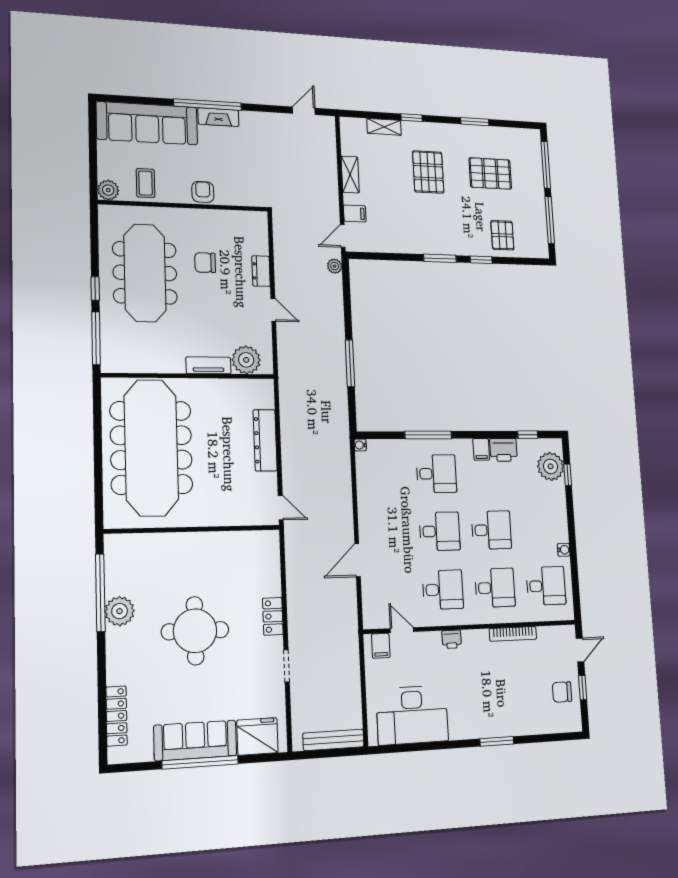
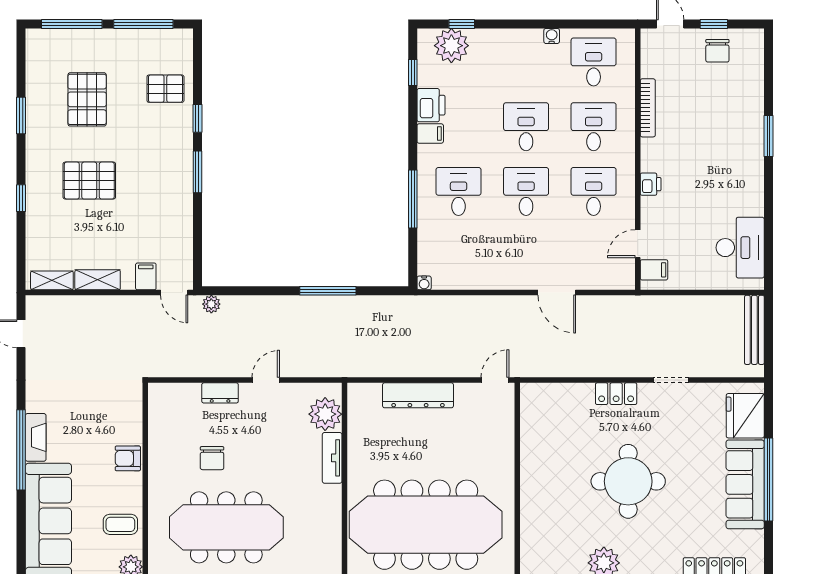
shelving: (384, 127) -> (52, 280), moved, turned 90
desk: (412, 715) -> (740, 248), width x0.73, depth x0.77

